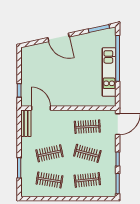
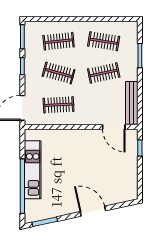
bench: (26, 123) -> (132, 103), width x1.36

